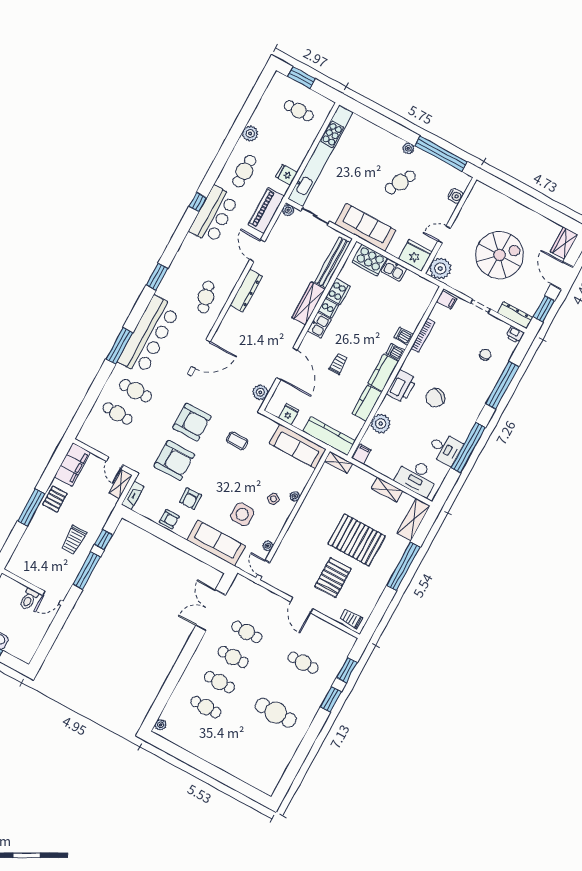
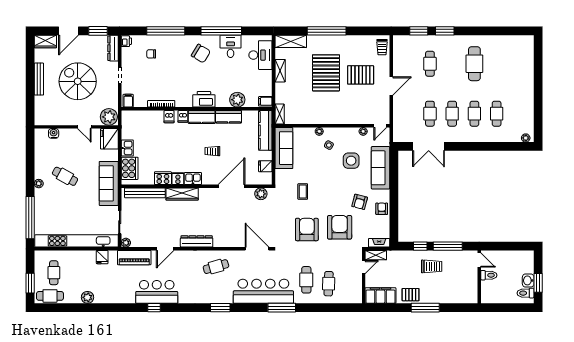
window: (441, 154) -> (30, 218), moved
cafe table: (244, 171) -> (50, 296), moved
bench: (526, 213) -> (39, 79), added
chair: (435, 398) -> (201, 54), moved
armchair: (191, 499) -> (360, 202), turned 107

